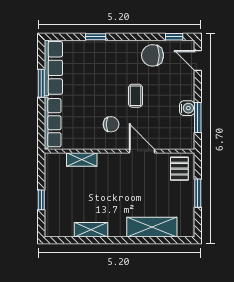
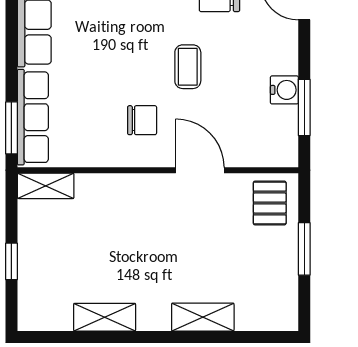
window: (41, 83) -> (11, 128), moved
shelving: (82, 159) -> (46, 186), moved
shelving: (152, 227) -> (203, 317), width x0.67, depth x0.75

